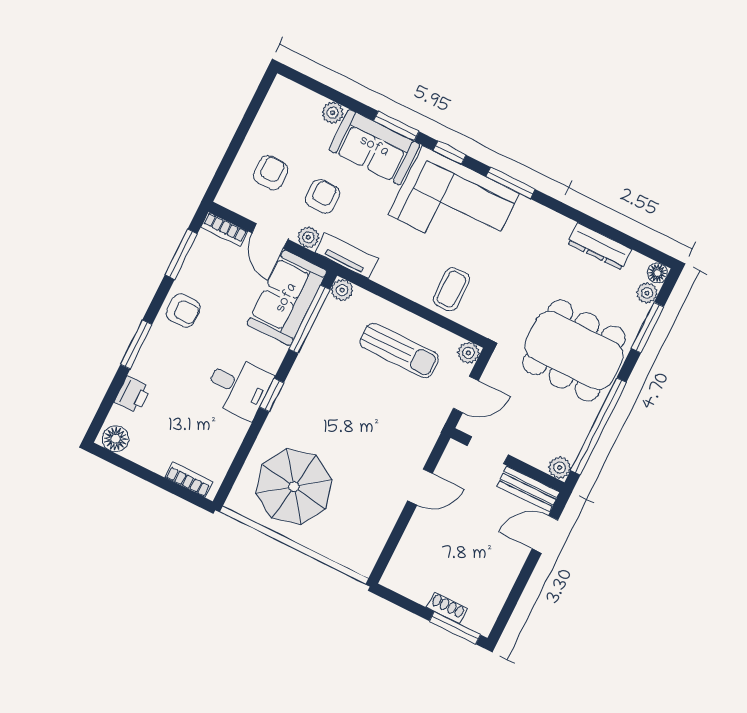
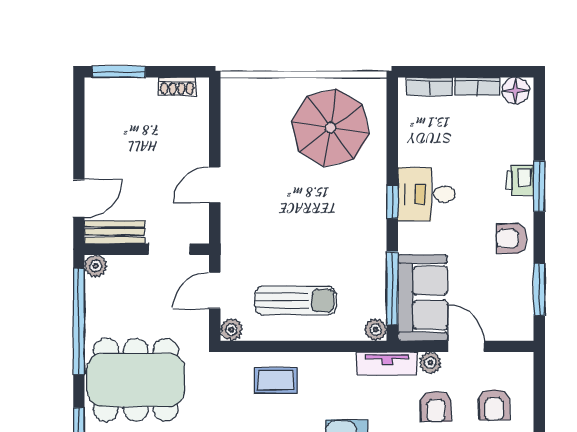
bookcase: (224, 229) -> (477, 86), moved, turned 180
coffee table: (451, 289) -> (276, 380), turned 90
sun lounger: (399, 350) -> (296, 301), turned 180
printer: (133, 394) -> (520, 180), moved
shoe rack: (447, 608) -> (177, 86), moved

